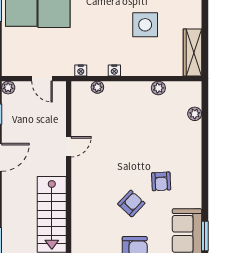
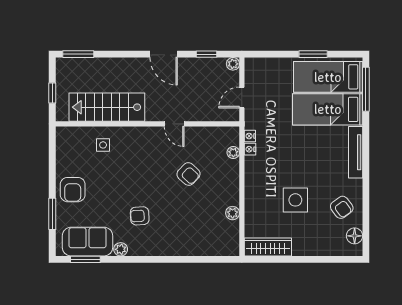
nightstand: (114, 70) -> (250, 149), moved
plant: (195, 114) -> (121, 249), moved
armchair: (131, 204) -> (189, 174), moved
side table: (90, 218) -> (103, 145), added

